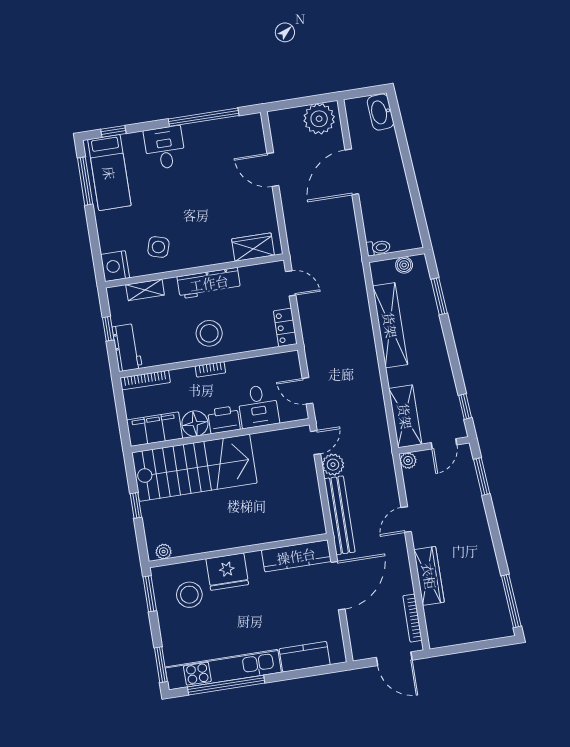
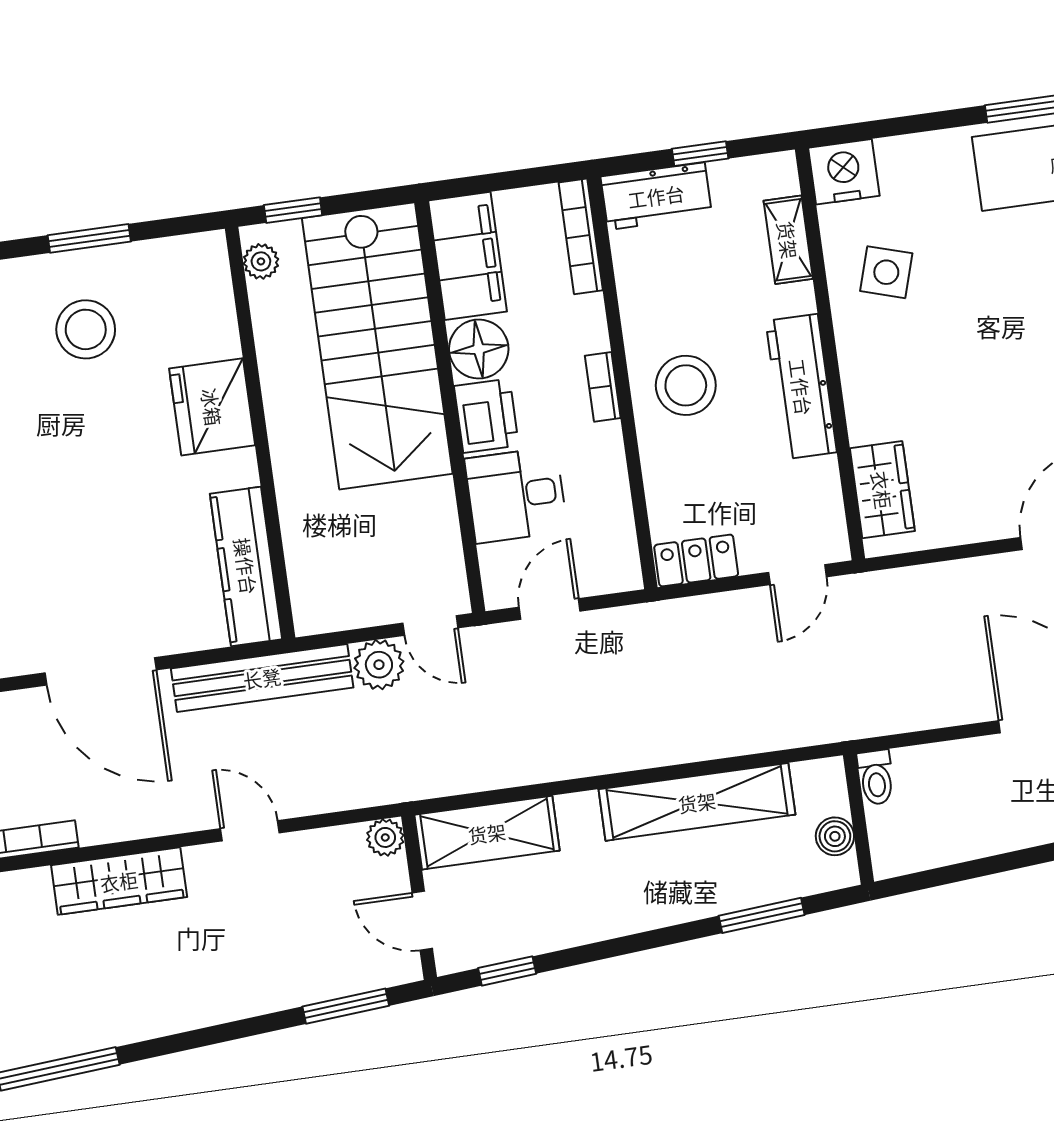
wall: (238, 551) -> (260, 433), moved
plant: (164, 552) -> (261, 261), moved
kitchen counter: (296, 556) -> (246, 566), moved
fridge: (227, 572) -> (212, 407), moved

